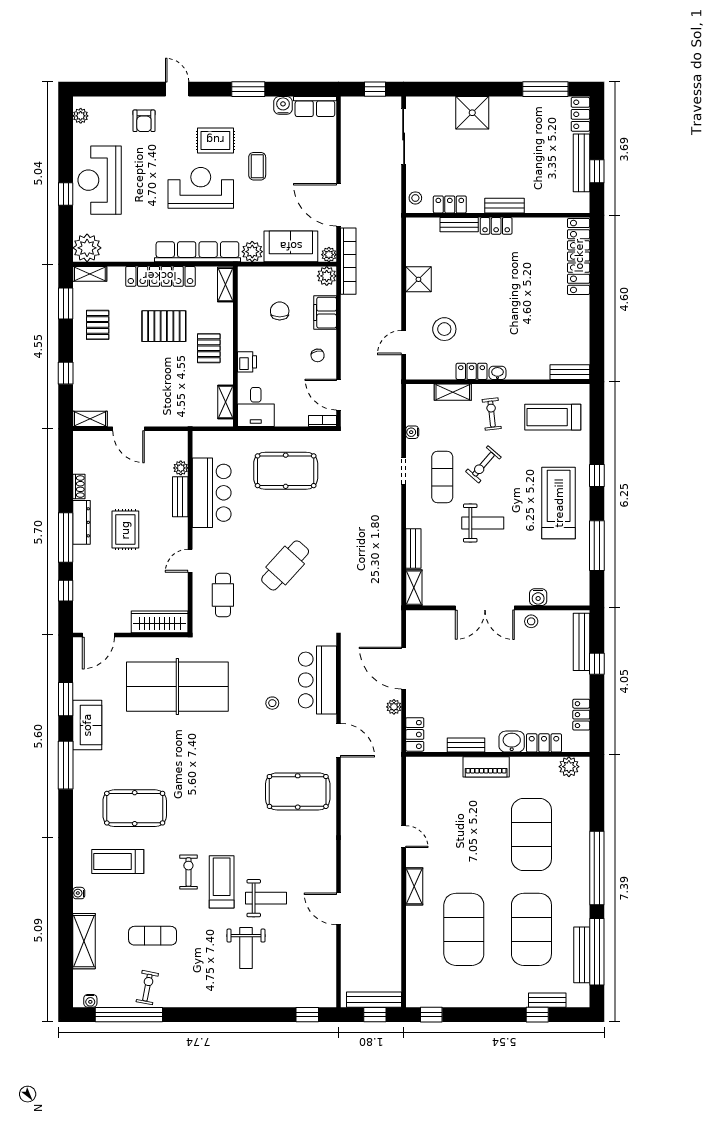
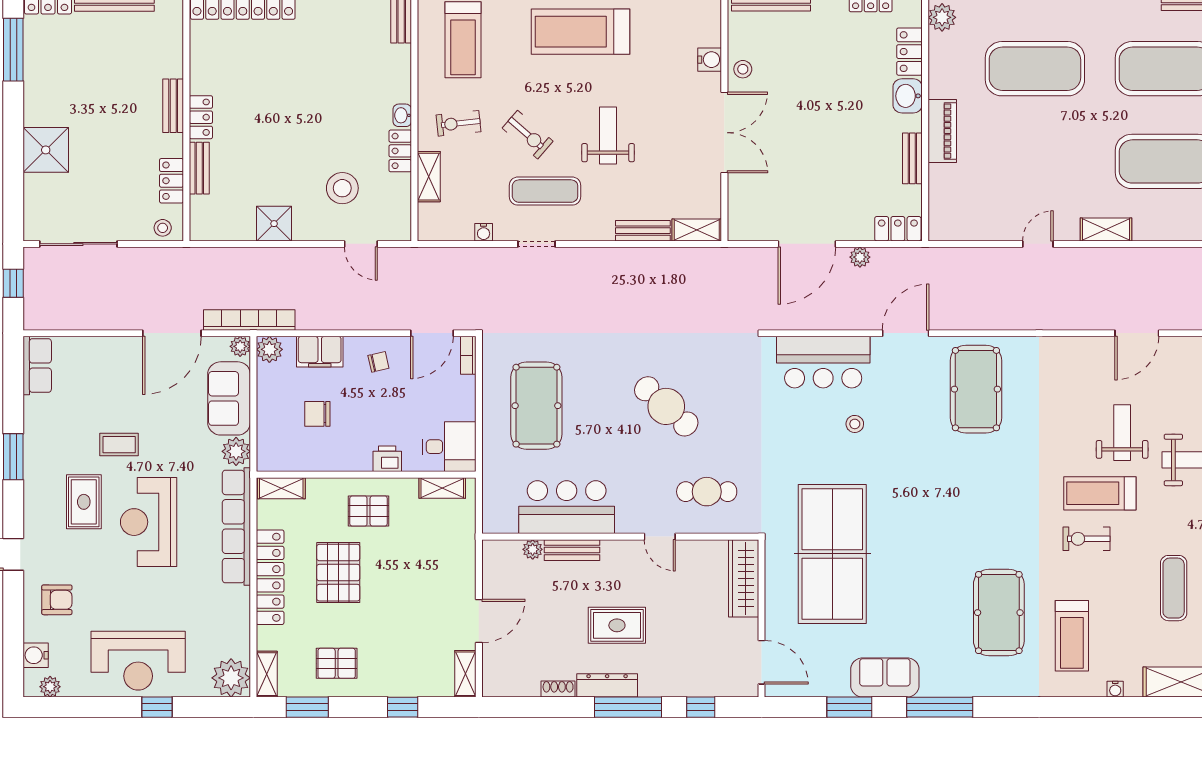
water cooler: (283, 105) -> (36, 655), moved

